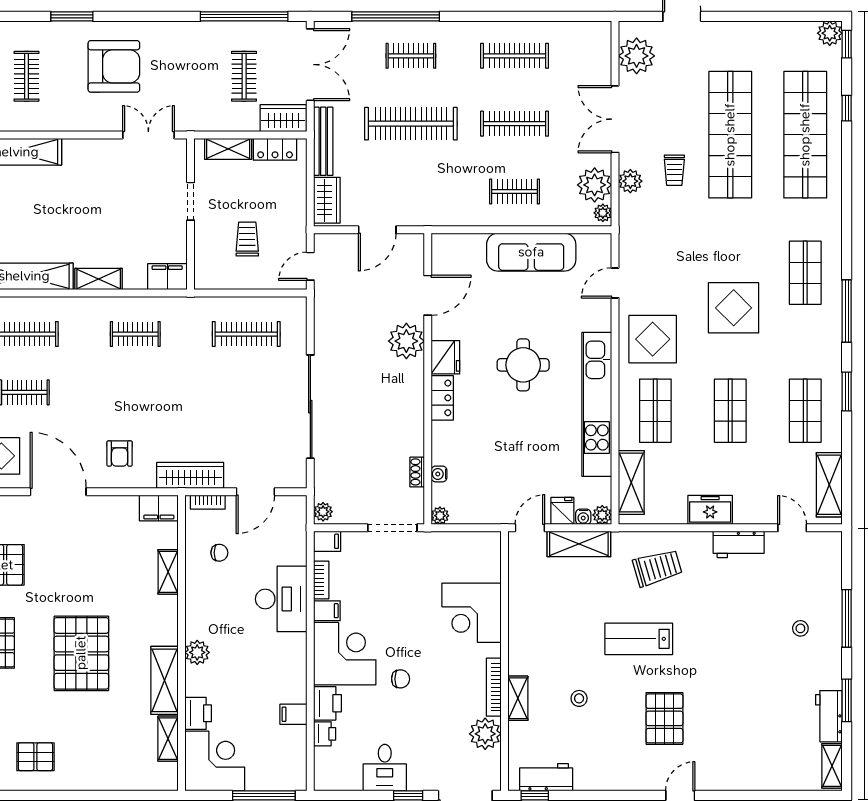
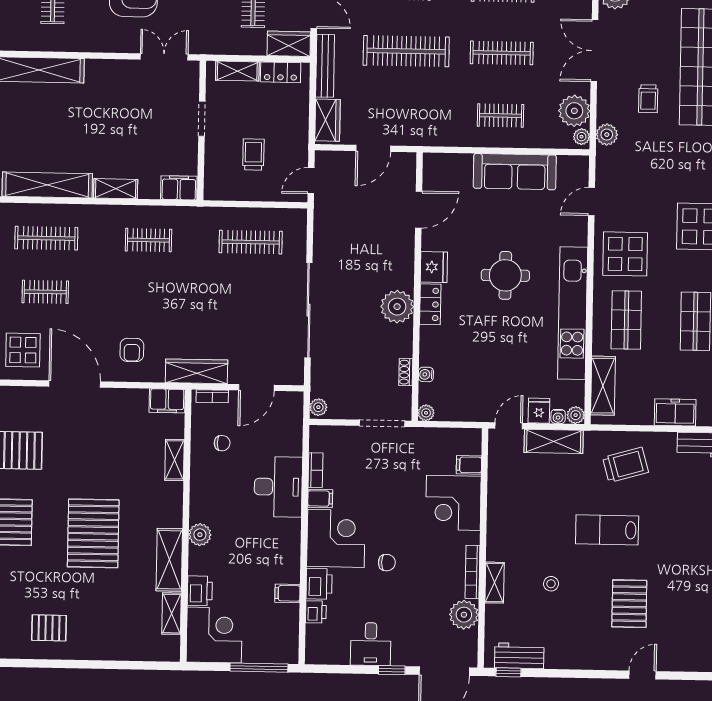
plant: (630, 181) -> (607, 135), moved
plant: (406, 341) -> (397, 307), moved
filing cabinet: (327, 541) -> (469, 465), moved, turned 180

